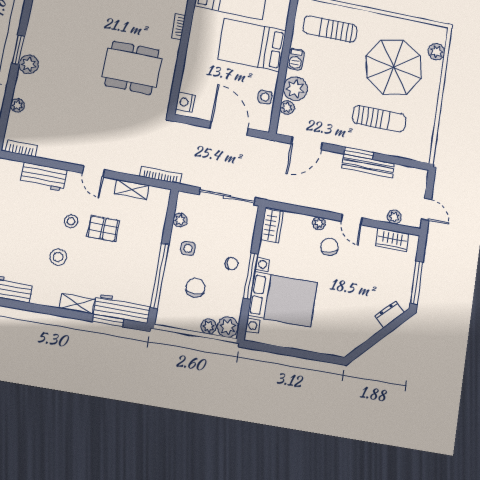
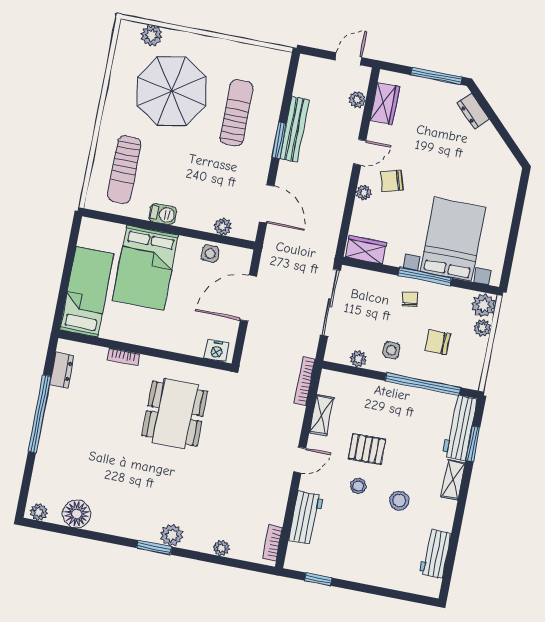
plant: (295, 89) -> (200, 216), removed
pallet: (103, 229) -> (367, 449), turned 90

